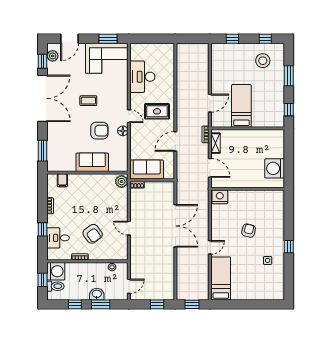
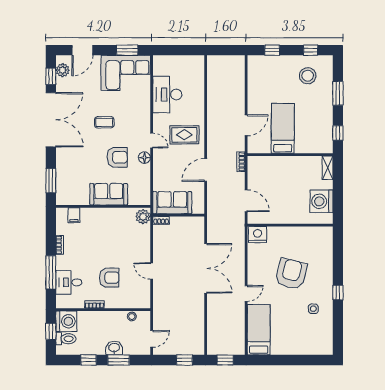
shelving: (216, 143) -> (328, 168), moved
window: (43, 229) -> (51, 272), width x2.17
armchair: (249, 231) -> (291, 274), width x1.88, depth x1.88
armchair: (93, 234) -> (109, 278), turned -54

